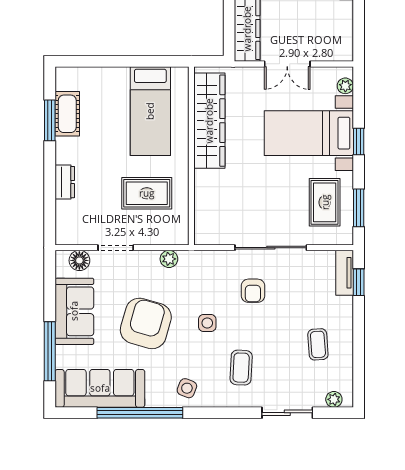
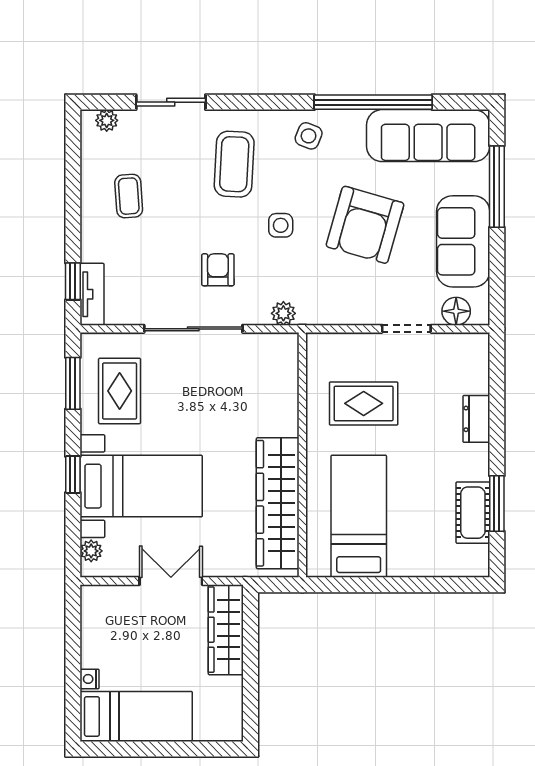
plant: (169, 259) -> (283, 313), moved
coffee table: (241, 368) -> (234, 164), width x1.36, depth x1.30

